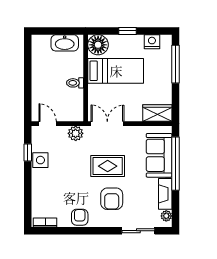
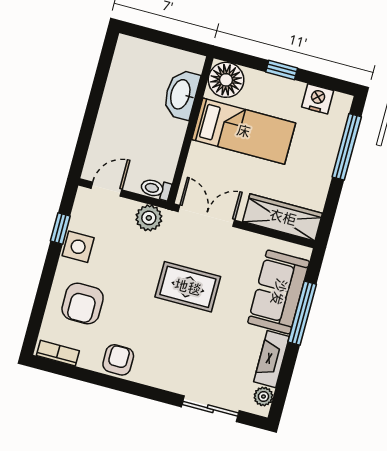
washbasin: (65, 43) -> (181, 94), moved, turned 90
toilet: (75, 83) -> (156, 189), moved
wardrobe: (157, 113) -> (283, 217), width x1.50
door: (48, 124) -> (106, 189), hinge flipped
window: (175, 164) -> (302, 313), width x0.68
armchair: (112, 199) -> (83, 303), moved

